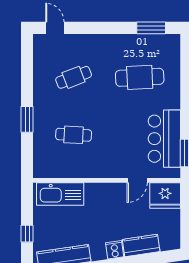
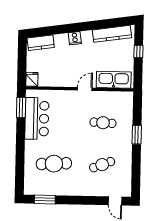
door: (137, 180) -> (85, 89), moved
fridge: (165, 196) -> (32, 79), width x0.53, depth x0.75
kitchen counter: (141, 245) -> (41, 43), moved

